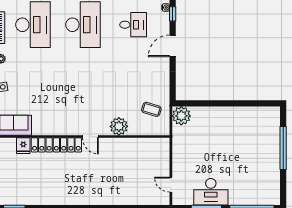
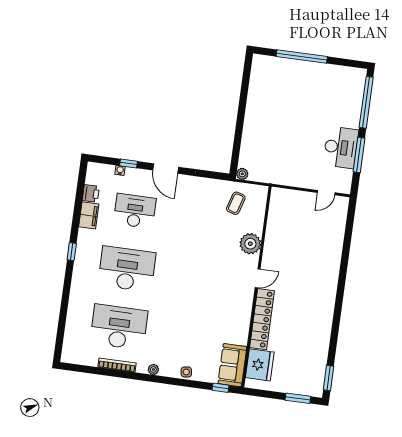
desk: (133, 25) -> (135, 211), width x1.37
plant: (181, 116) -> (242, 174), width x0.53, depth x0.53
fridge: (23, 146) -> (260, 365), width x1.88, depth x1.34

